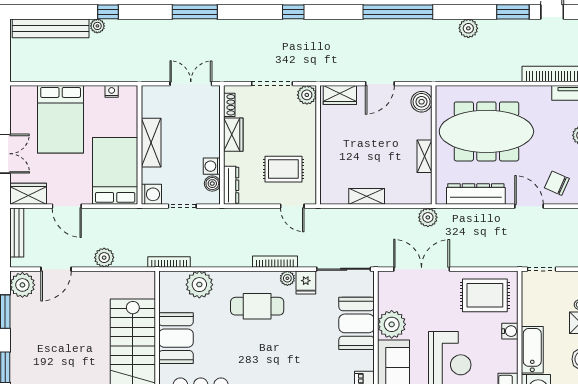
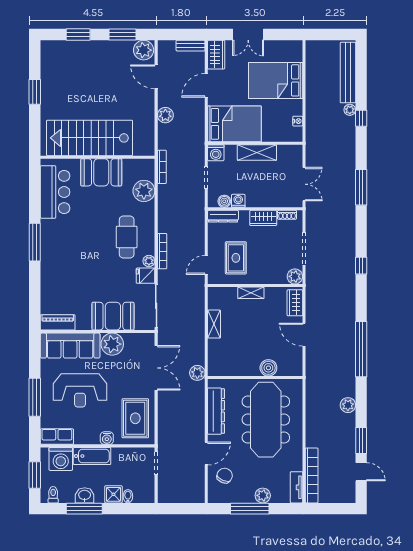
boiler: (422, 102) -> (268, 368), moved
shelving: (425, 156) -> (251, 293), moved
bench: (17, 232) -> (191, 46), width x0.73

